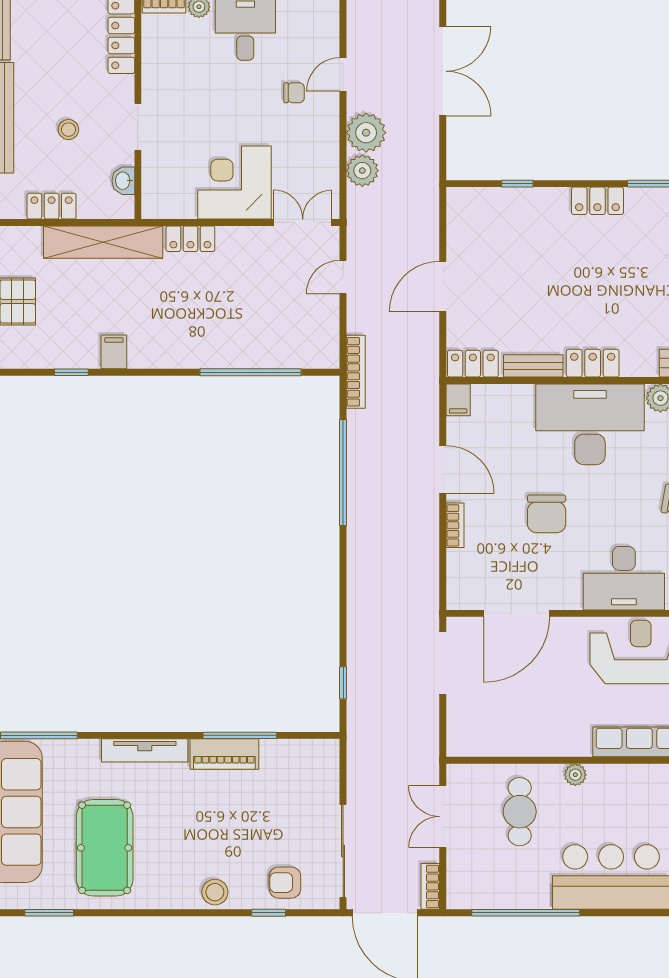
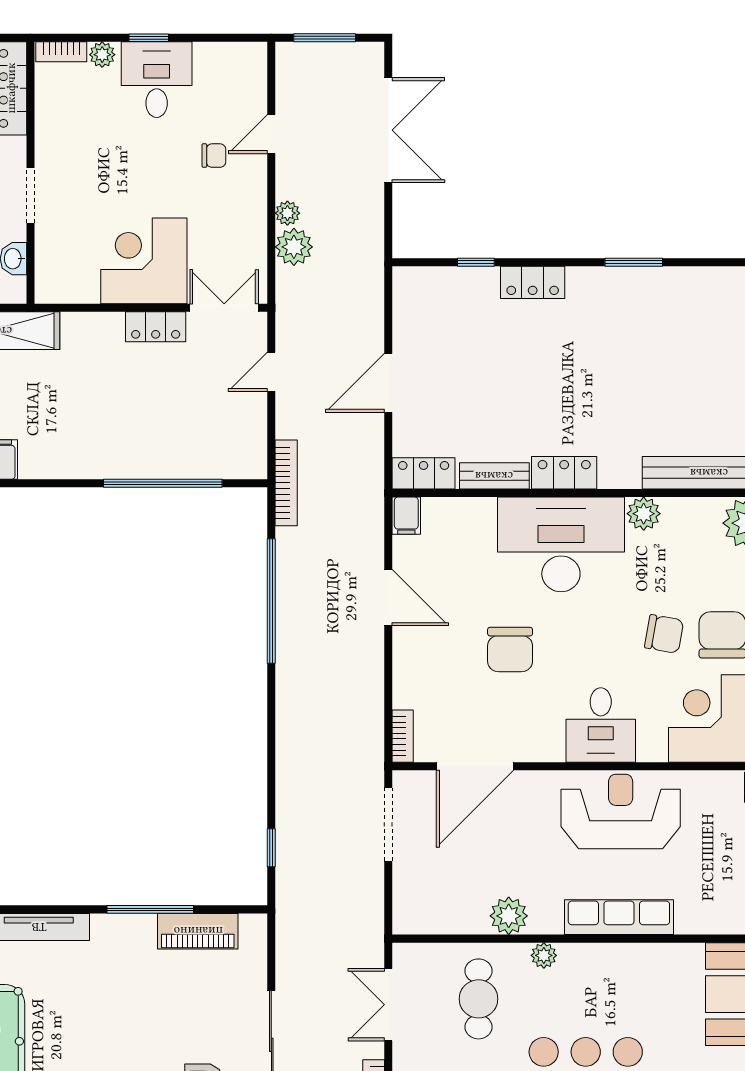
plant: (366, 133) -> (287, 213), width x0.53, depth x0.53
locker: (597, 201) -> (533, 282), moved
locker: (190, 239) -> (156, 327), moved
bookcase: (455, 525) -> (403, 736), moved
desk: (624, 578) -> (601, 725), width x0.73
plant: (545, 741) -> (509, 916), added
piano: (224, 754) -> (198, 931), moved

